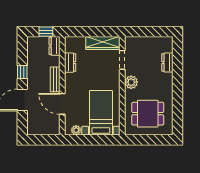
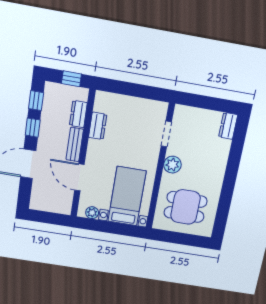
wardrobe: (103, 43) -> (145, 107), removed
dresser: (55, 46) -> (78, 114), moved
window: (22, 52) -> (36, 101), added
dresser: (167, 63) -> (228, 126), moved

